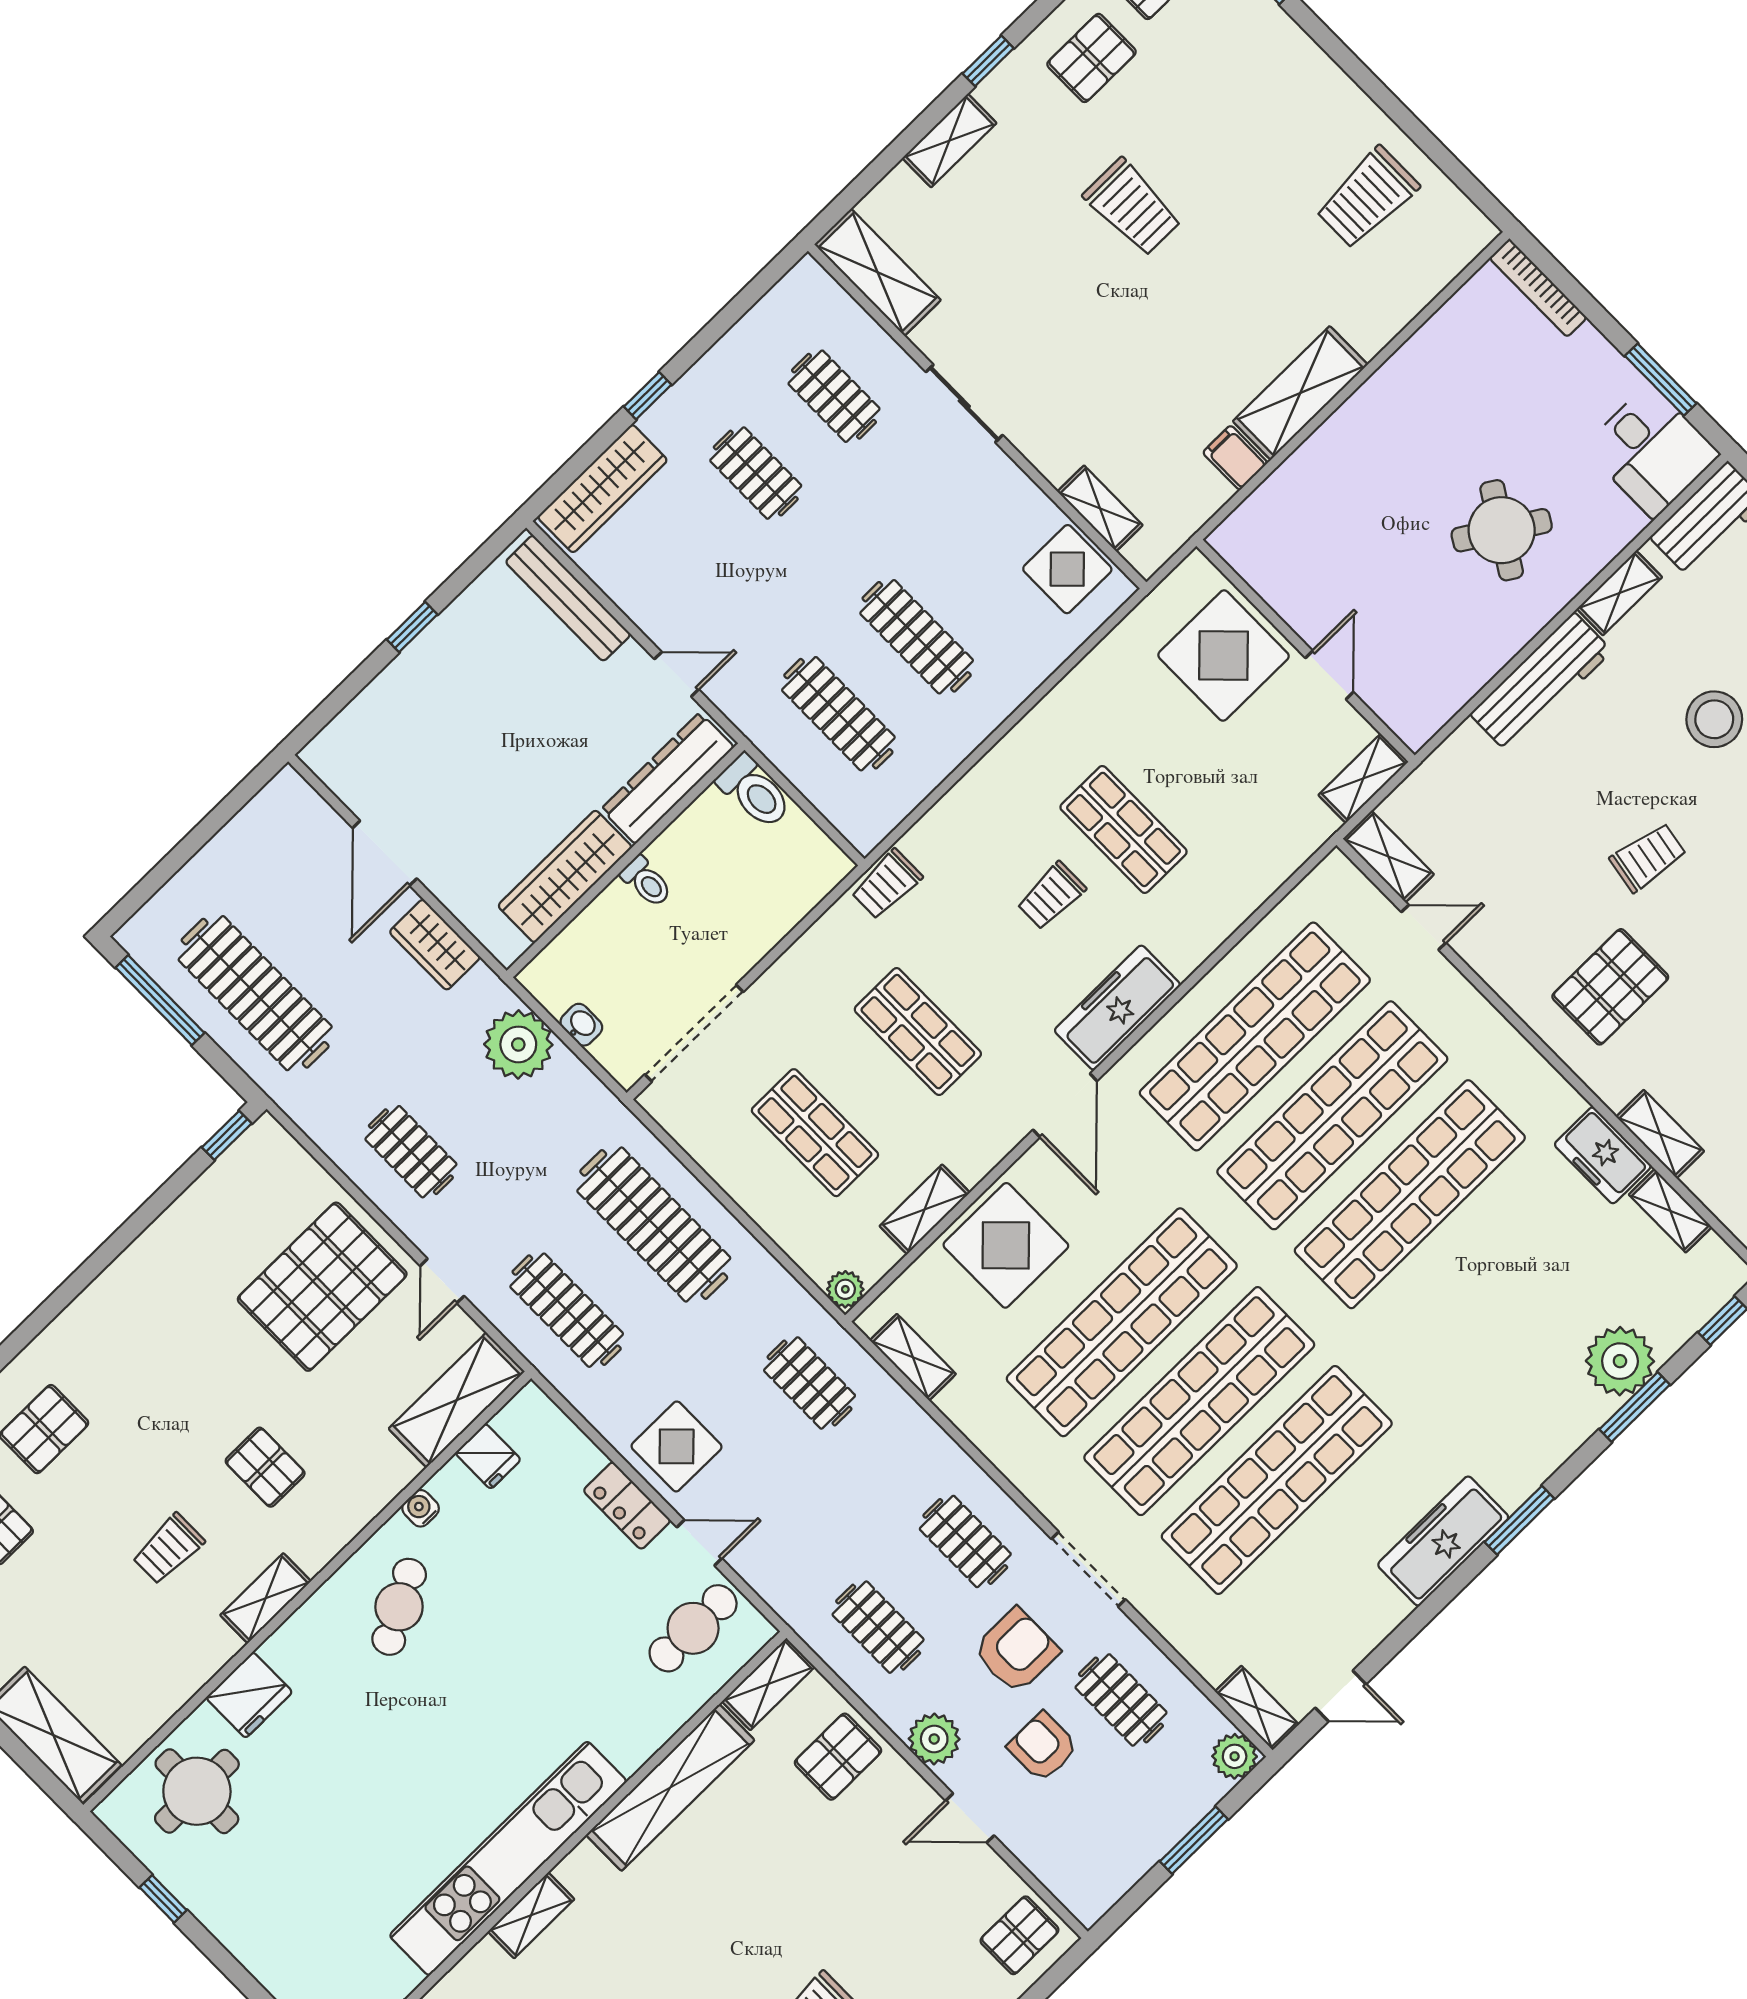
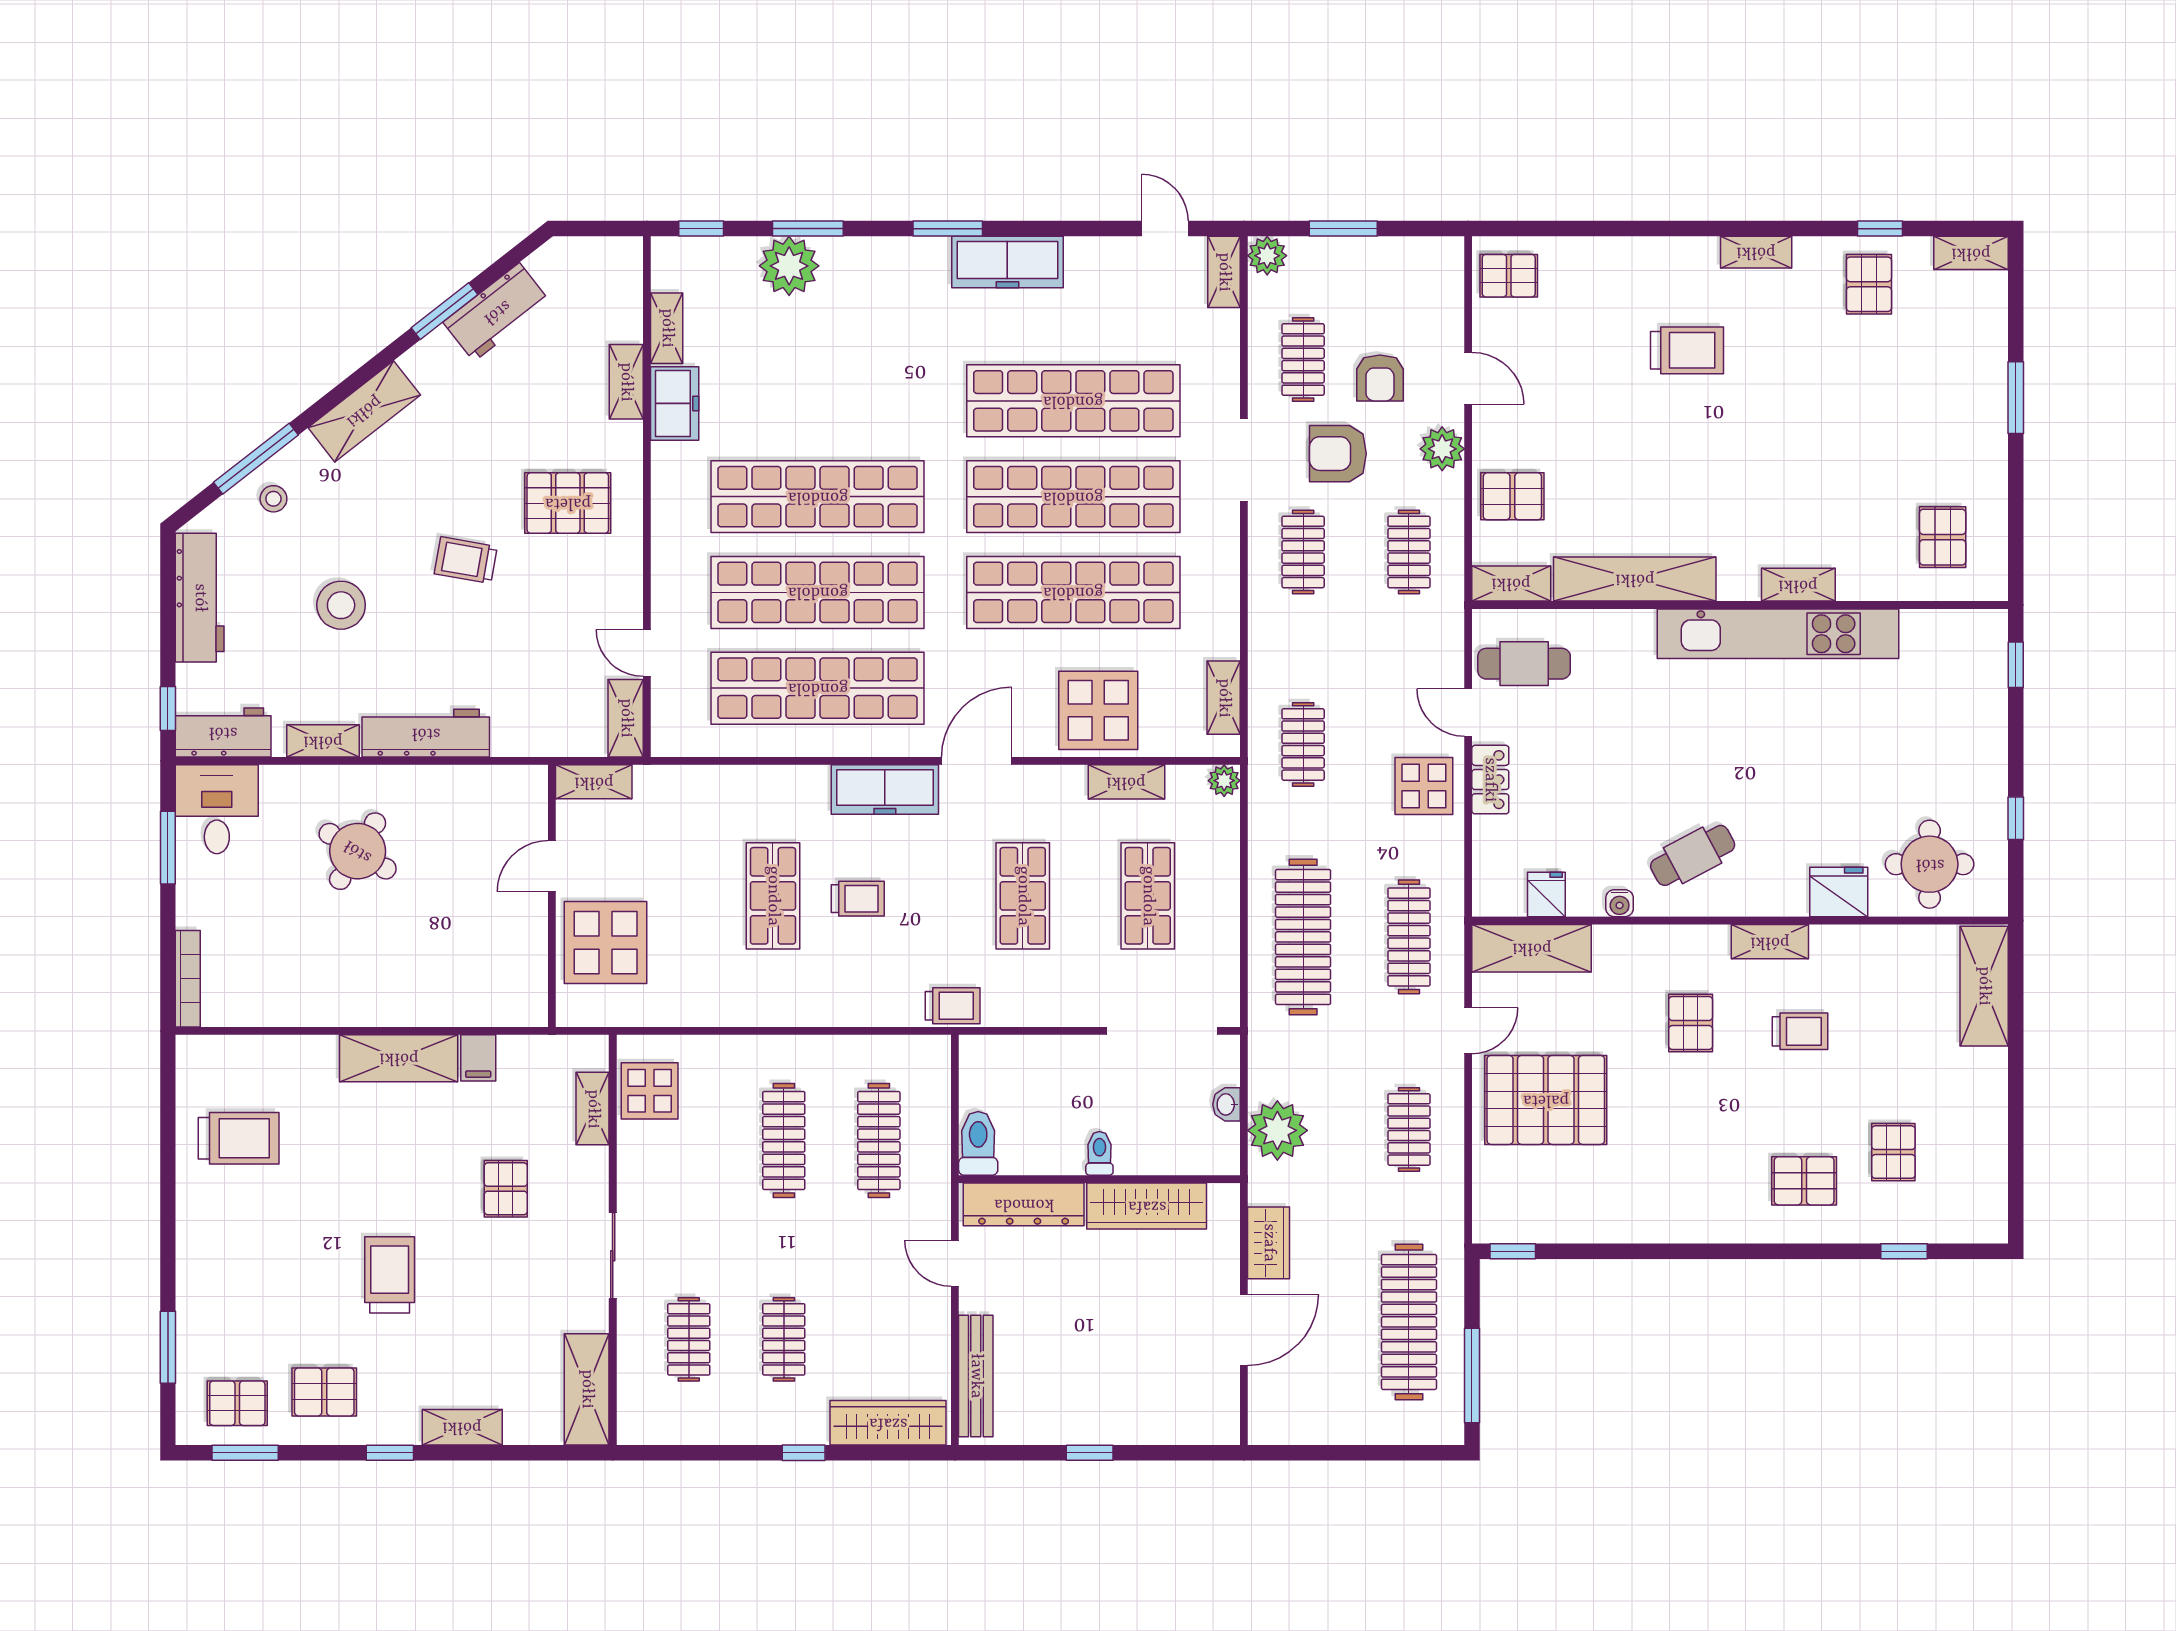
pallet: (1107, 372) -> (506, 1189), added

